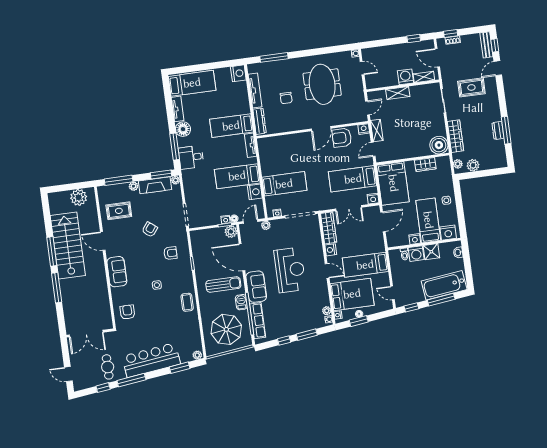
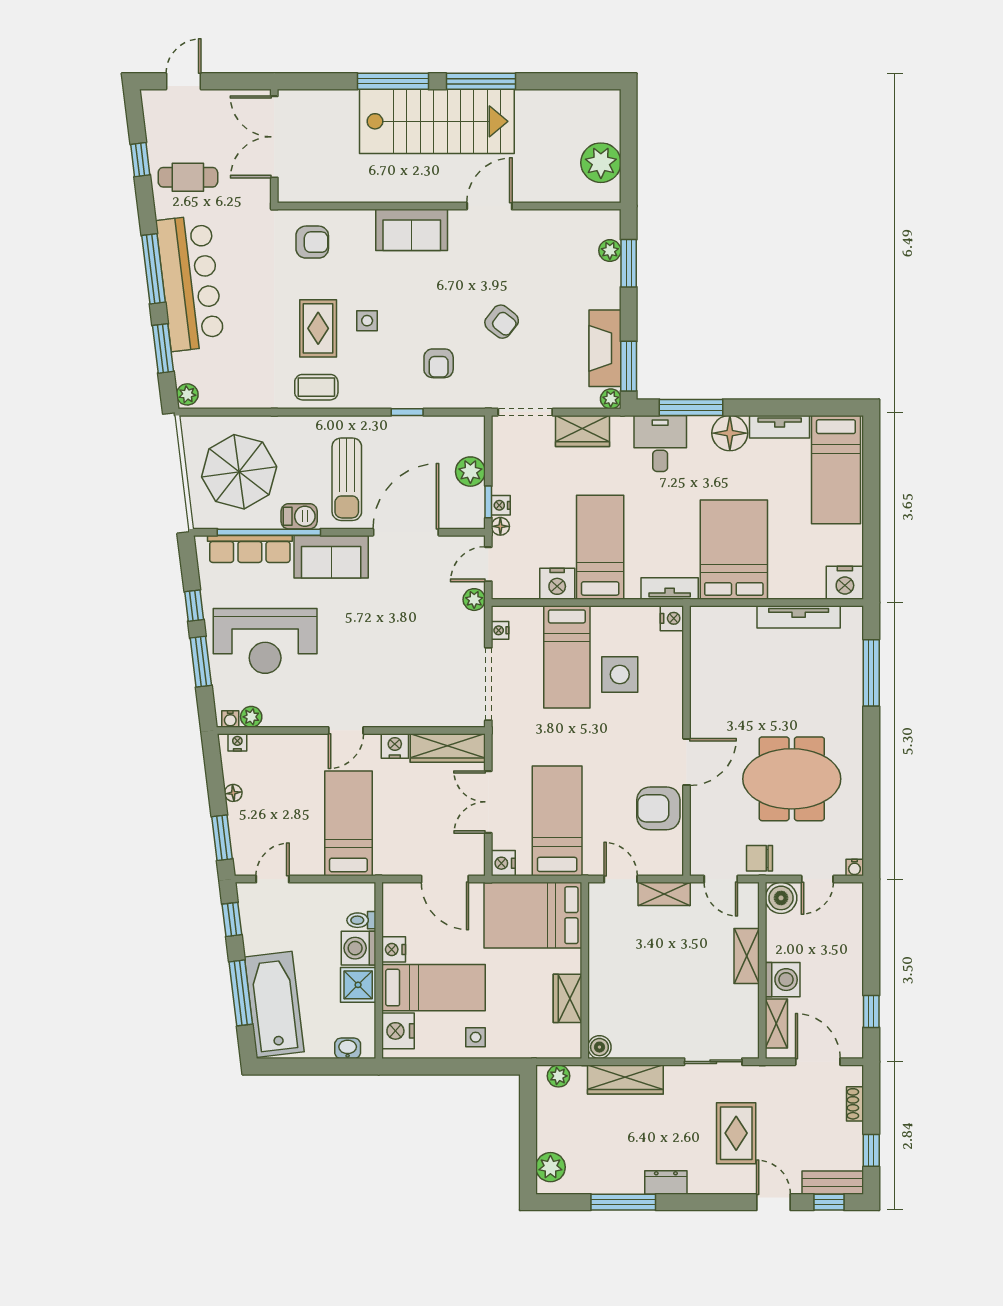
window: (451, 34) -> (871, 1150), moved
door: (437, 58) -> (818, 1062), hinge flipped
boiler: (372, 82) -> (781, 898), added
chair: (286, 98) -> (759, 858), moved
dresser: (259, 121) -> (724, 618), removed
bed: (231, 126) -> (734, 550), width x1.50
door: (321, 129) -> (687, 762), swing flipped
nightstand: (364, 129) -> (672, 618), moved
dresser: (498, 130) -> (666, 1182), moved
armchair: (342, 138) -> (658, 808), turned -90
boiler: (439, 145) -> (599, 1047), width x0.54, depth x0.54
side table: (289, 161) -> (620, 674), added
plant: (473, 165) -> (550, 1167), moved
window: (119, 180) -> (629, 263), width x0.69
plant: (133, 186) -> (610, 251), moved
wardrobe: (190, 190) -> (582, 431), added
rug: (119, 211) -> (318, 328), moved
door: (251, 221) -> (488, 564), swing flipped
plant: (231, 232) -> (470, 472), moved
stairs: (68, 246) -> (437, 121), moved
reception desk: (290, 270) -> (265, 641), moved
bed: (352, 294) -> (282, 783), removed
window: (359, 321) -> (222, 838), moved
window: (131, 380) -> (153, 269), moved

